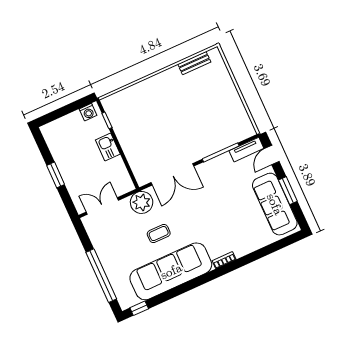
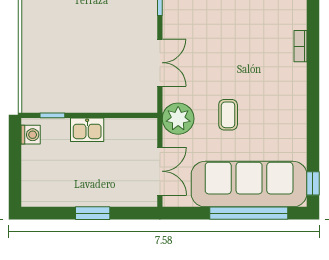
double door: (172, 174) -> (160, 63), width x0.73
double door: (102, 206) -> (160, 171), swing flipped
sofa: (171, 271) -> (249, 184), moved, turned 90

